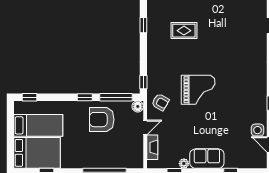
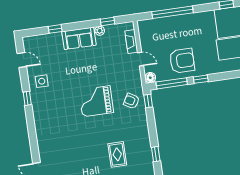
rug: (184, 31) -> (117, 154), turned 90
armchair: (160, 102) -> (131, 101), moved
door: (145, 127) -> (141, 59), swing flipped
side table: (257, 130) -> (42, 81), moved

